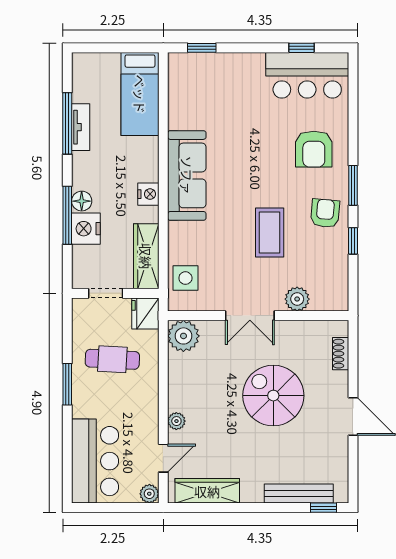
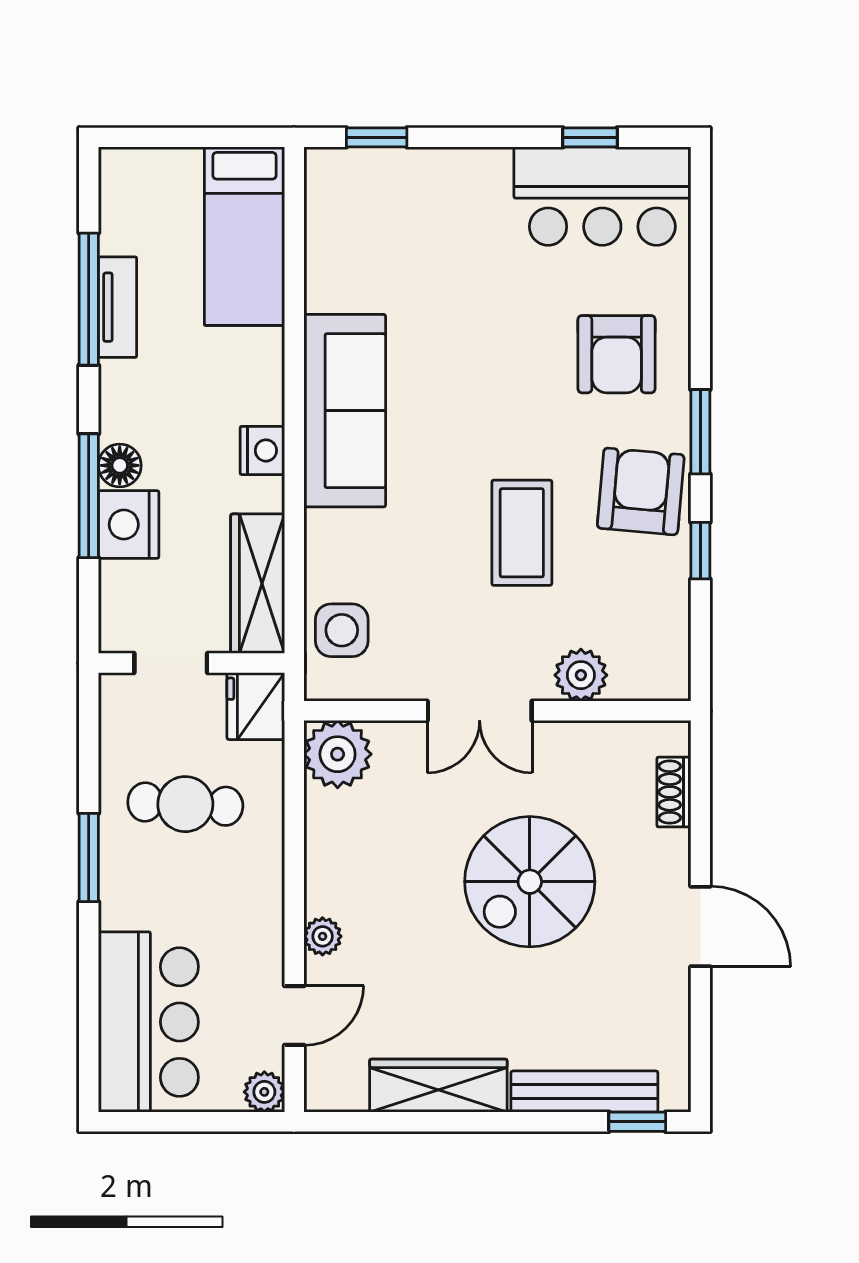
armchair: (325, 213) -> (641, 491), width x1.38, depth x1.38
spiral stairs: (273, 396) -> (530, 882), turned -90
wardrobe: (207, 491) -> (438, 1086), moved

